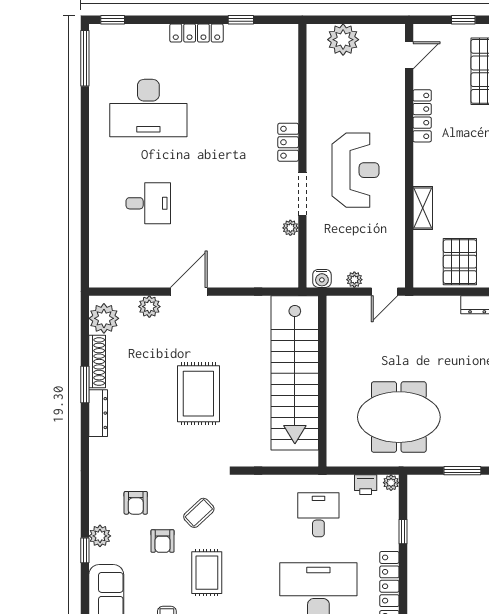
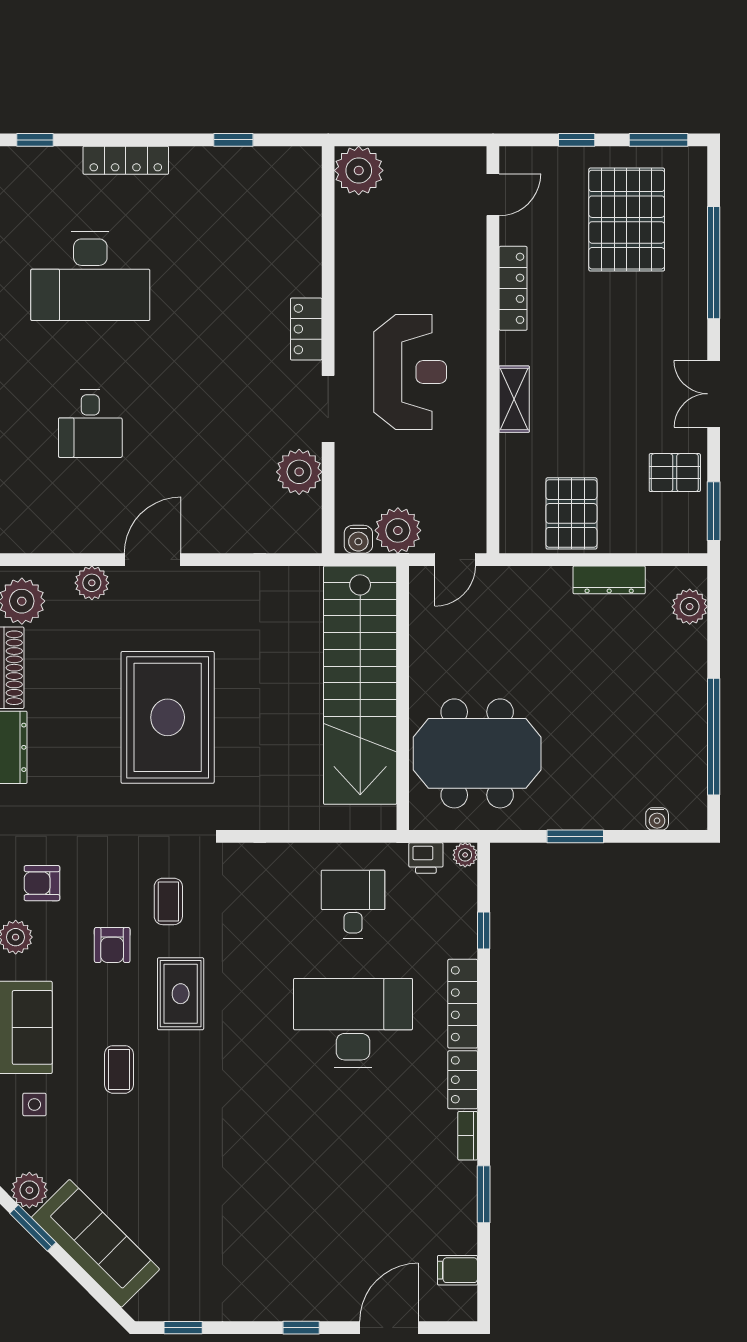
locker: (196, 33) -> (126, 160), moved
plant: (343, 40) -> (359, 170), moved
desk: (148, 203) -> (90, 423), turned 90
shelving: (423, 208) -> (514, 399), moved
plant: (290, 228) -> (299, 472), width x1.88, depth x1.88
plant: (354, 280) -> (398, 530), width x1.88, depth x1.88
stairs: (295, 373) -> (360, 685), moved
wall: (322, 381) -> (403, 698), moved
rug: (198, 394) -> (168, 717), width x1.37, depth x1.44
armchair: (136, 503) -> (42, 883), moved, turned 90
coffee table: (199, 513) -> (168, 901), turned -47

